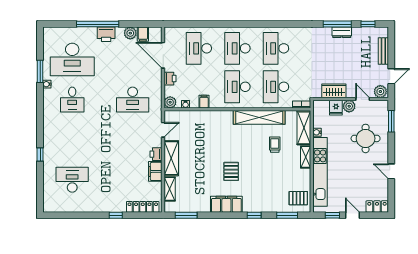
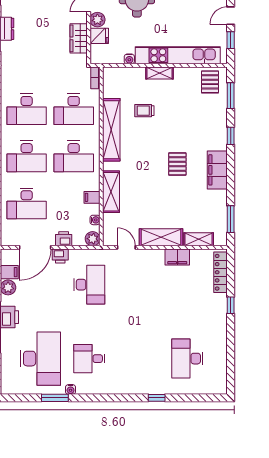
desk: (72, 100) -> (89, 359), turned 180
shelving: (304, 128) -> (111, 192), moved, turned 90
printer: (156, 154) -> (60, 256), moved
pallet: (231, 171) -> (177, 164), turned 90

